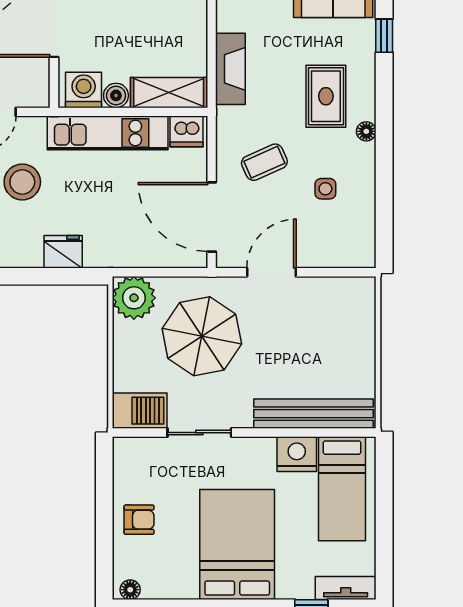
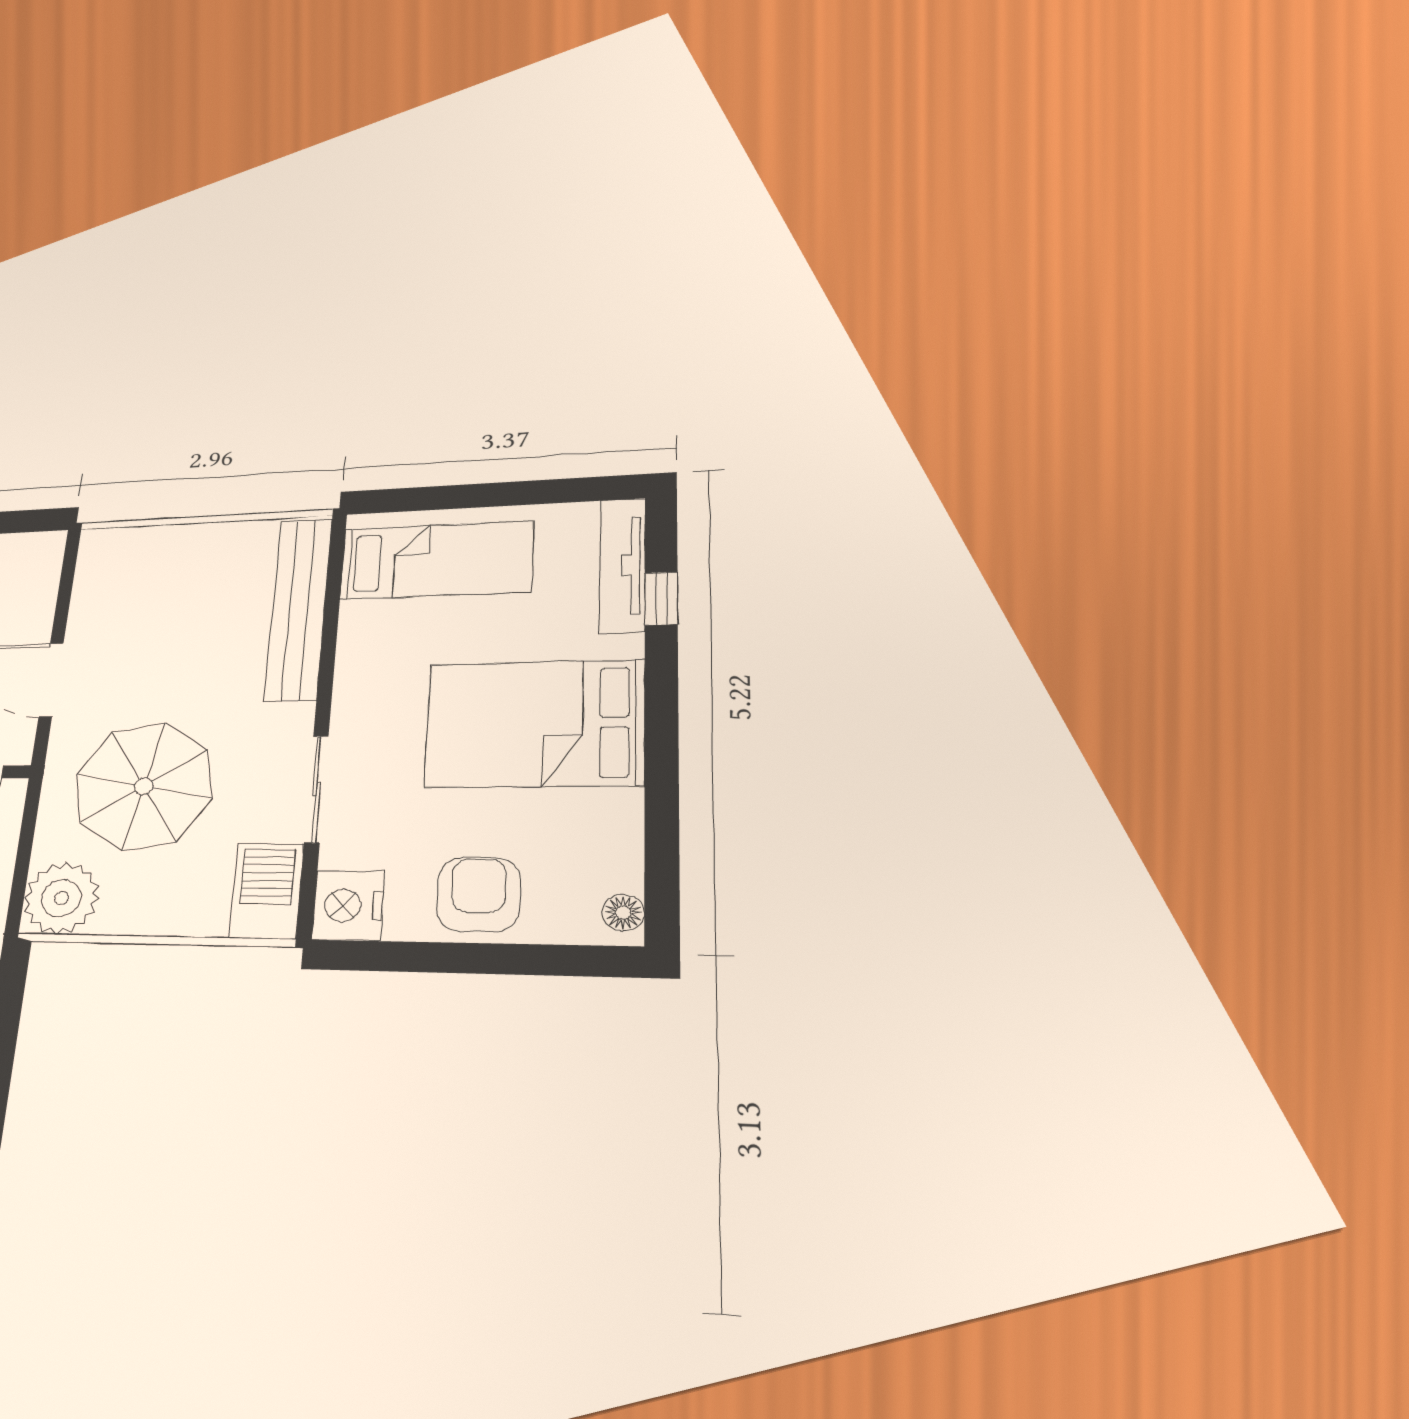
nightstand: (297, 454) -> (348, 905), moved
armchair: (139, 520) -> (478, 894), width x1.38, depth x1.38
tv unit: (346, 588) -> (623, 565), width x1.41

